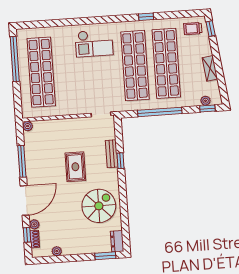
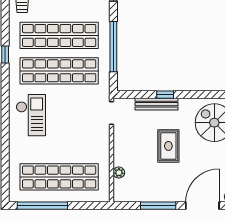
plant: (28, 126) -> (119, 173), moved
bench: (112, 154) -> (157, 104), width x1.36
rug: (75, 167) -> (168, 146), turned 90
door: (25, 200) -> (202, 206), hinge flipped

